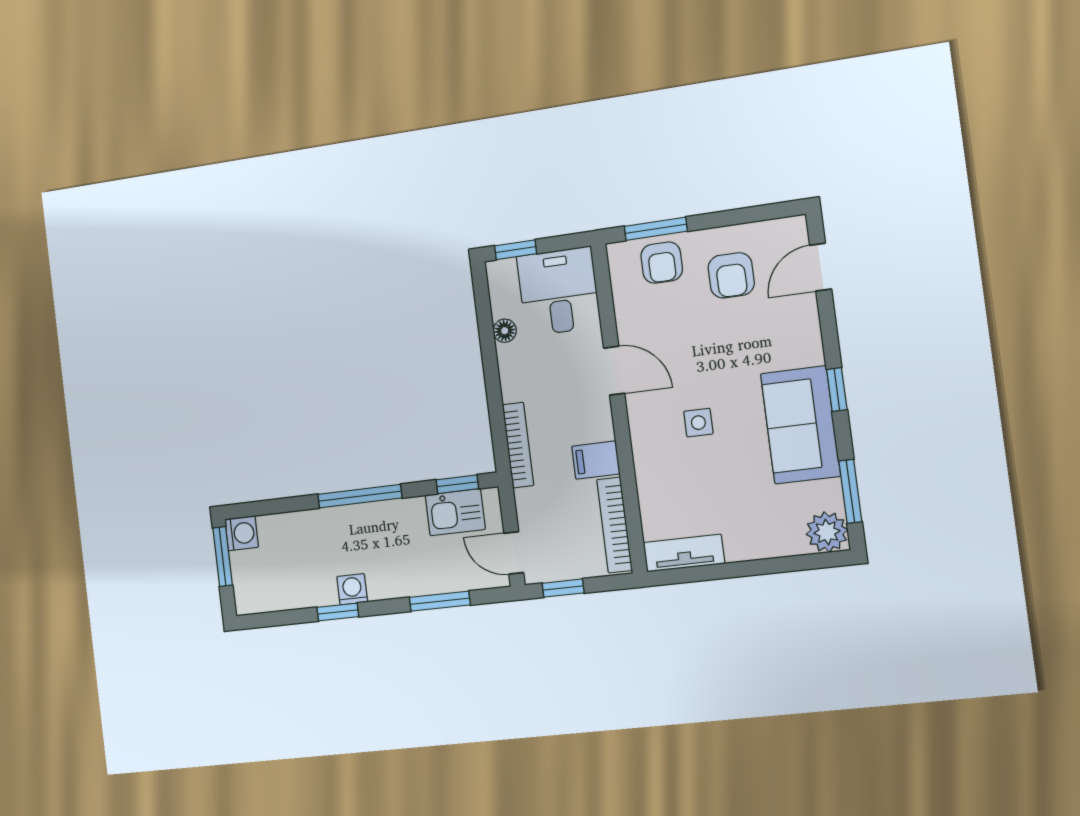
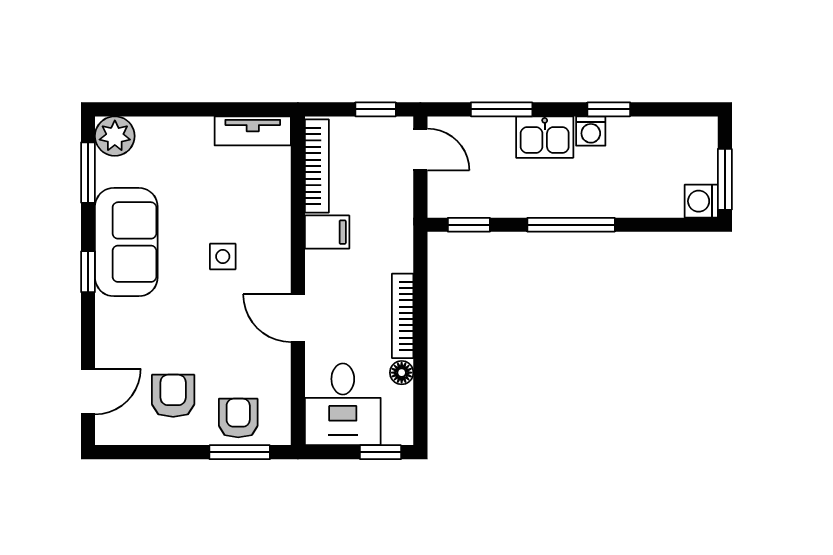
bookcase: (518, 445) -> (403, 316), moved
kitchen sink: (455, 512) -> (545, 137), moved, turned 180

